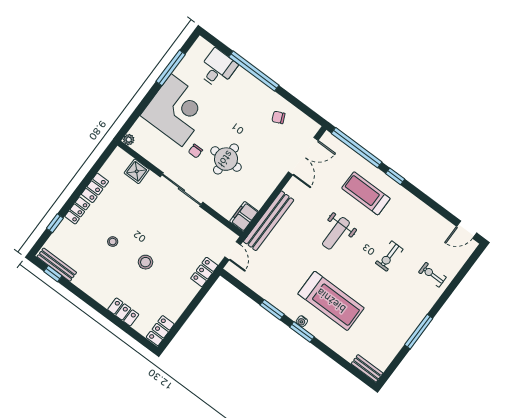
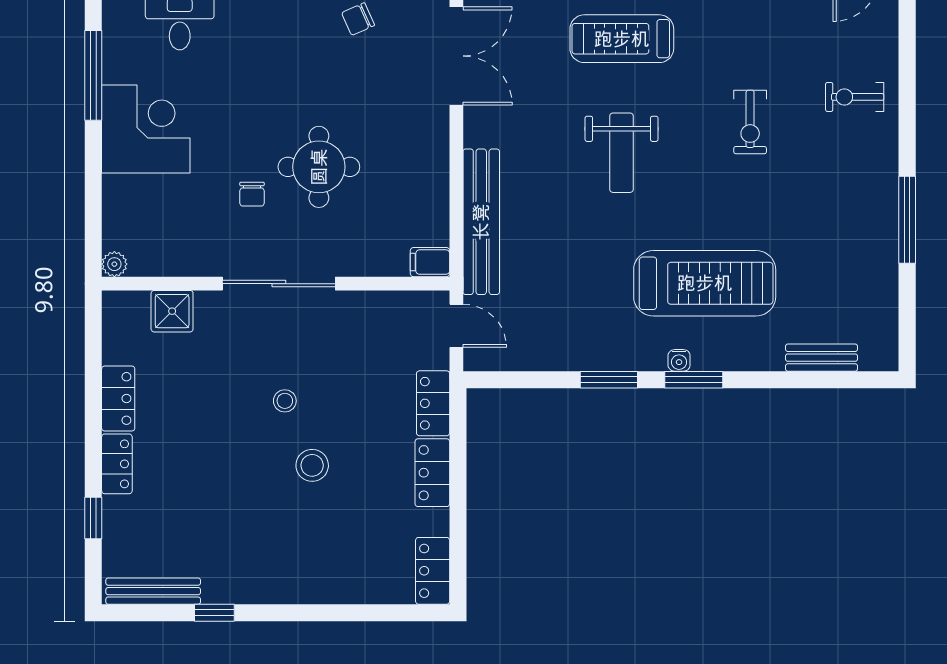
corner desk: (177, 110) -> (146, 129), width x0.74, depth x0.74
filing cabinet: (244, 216) -> (430, 262), width x0.50
stool: (113, 242) -> (285, 401), moved
window: (53, 274) -> (214, 613), moved
locker: (123, 312) -> (432, 473), moved, turned -90
bench: (367, 368) -> (821, 358), moved

